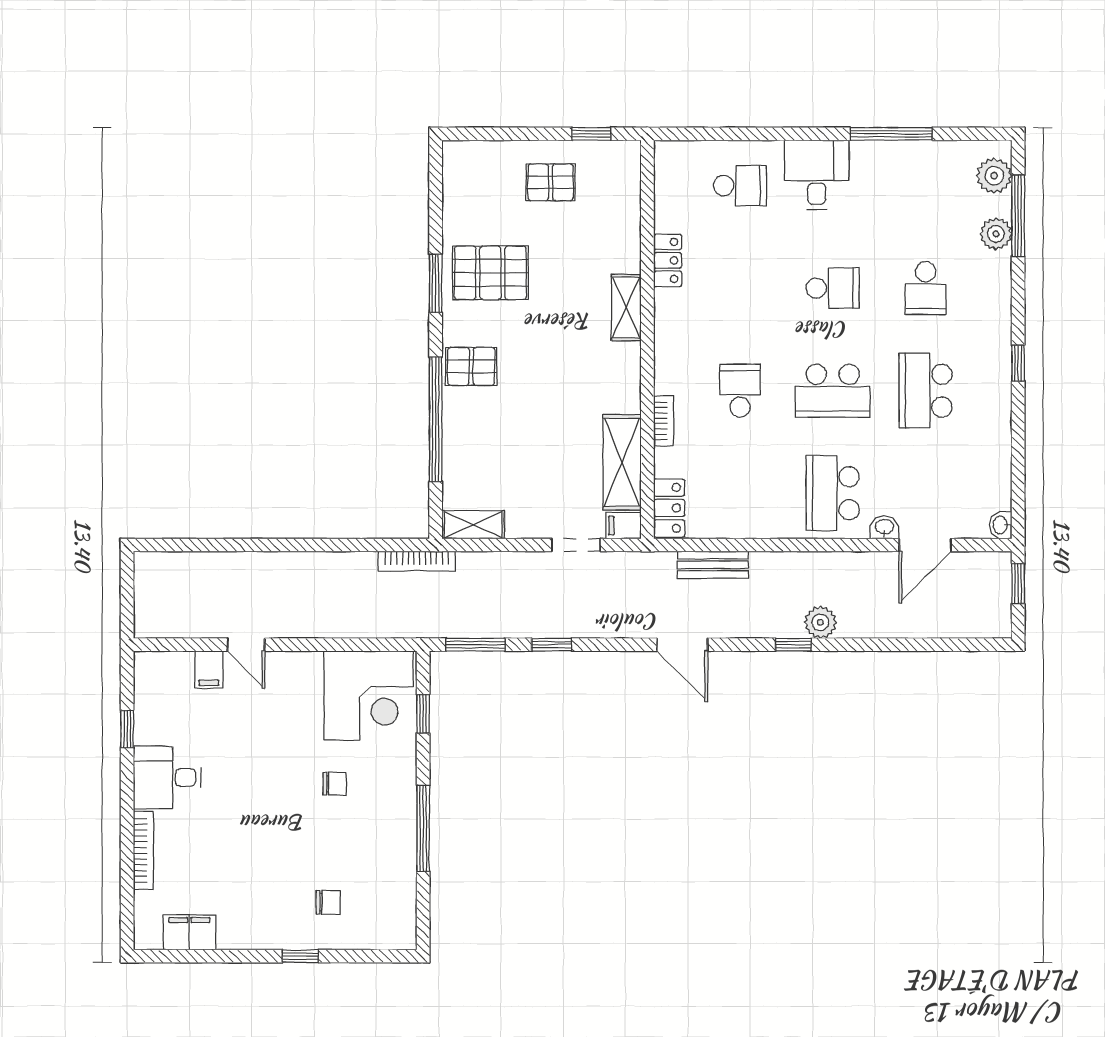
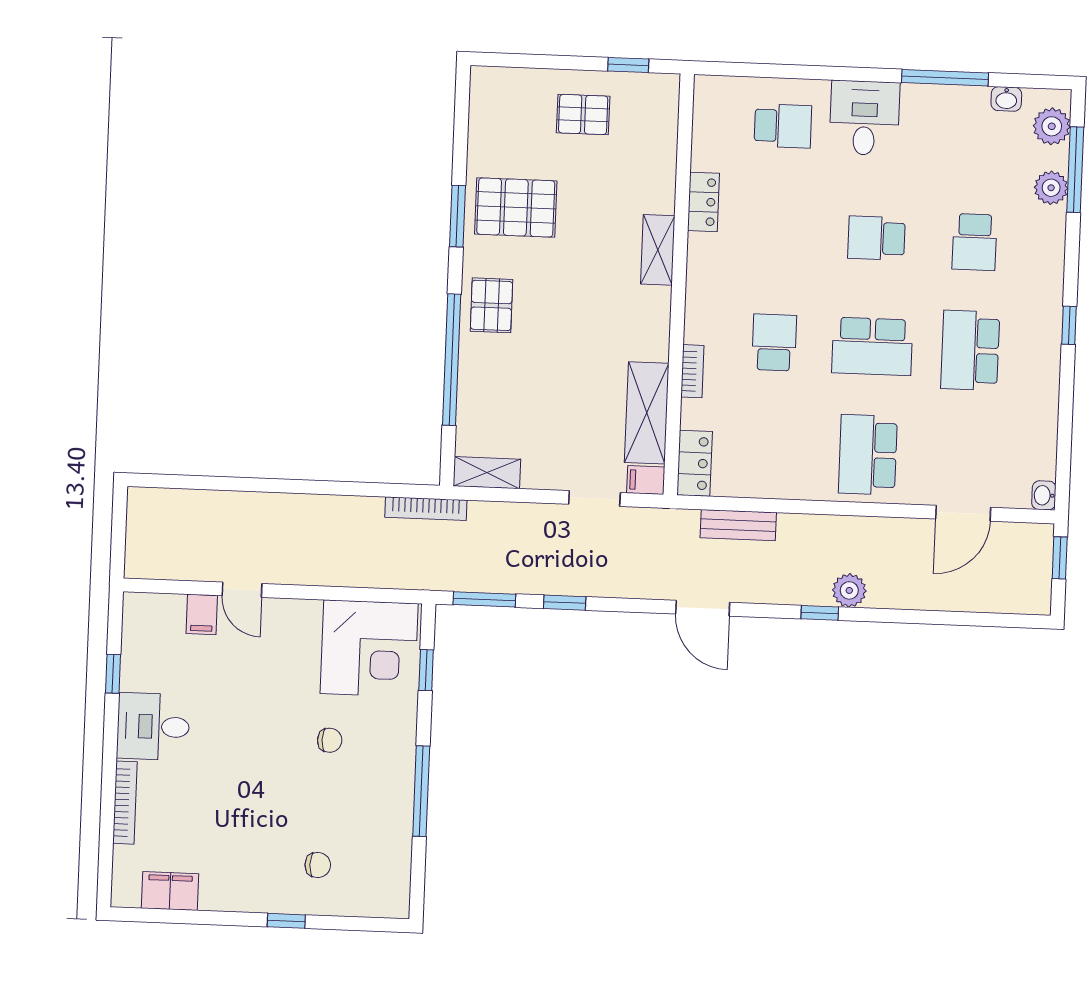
school desk: (833, 288) -> (877, 238), turned 180
pallet: (471, 366) -> (491, 305), turned 90
washbasin: (884, 527) -> (1006, 99), moved, turned 180

